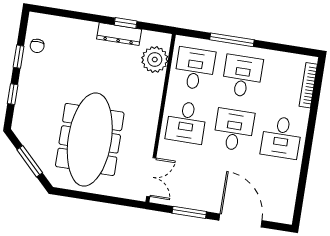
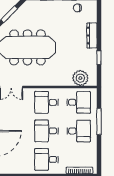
dresser: (119, 34) -> (92, 35), moved
desk: (234, 130) -> (47, 131), turned 180

